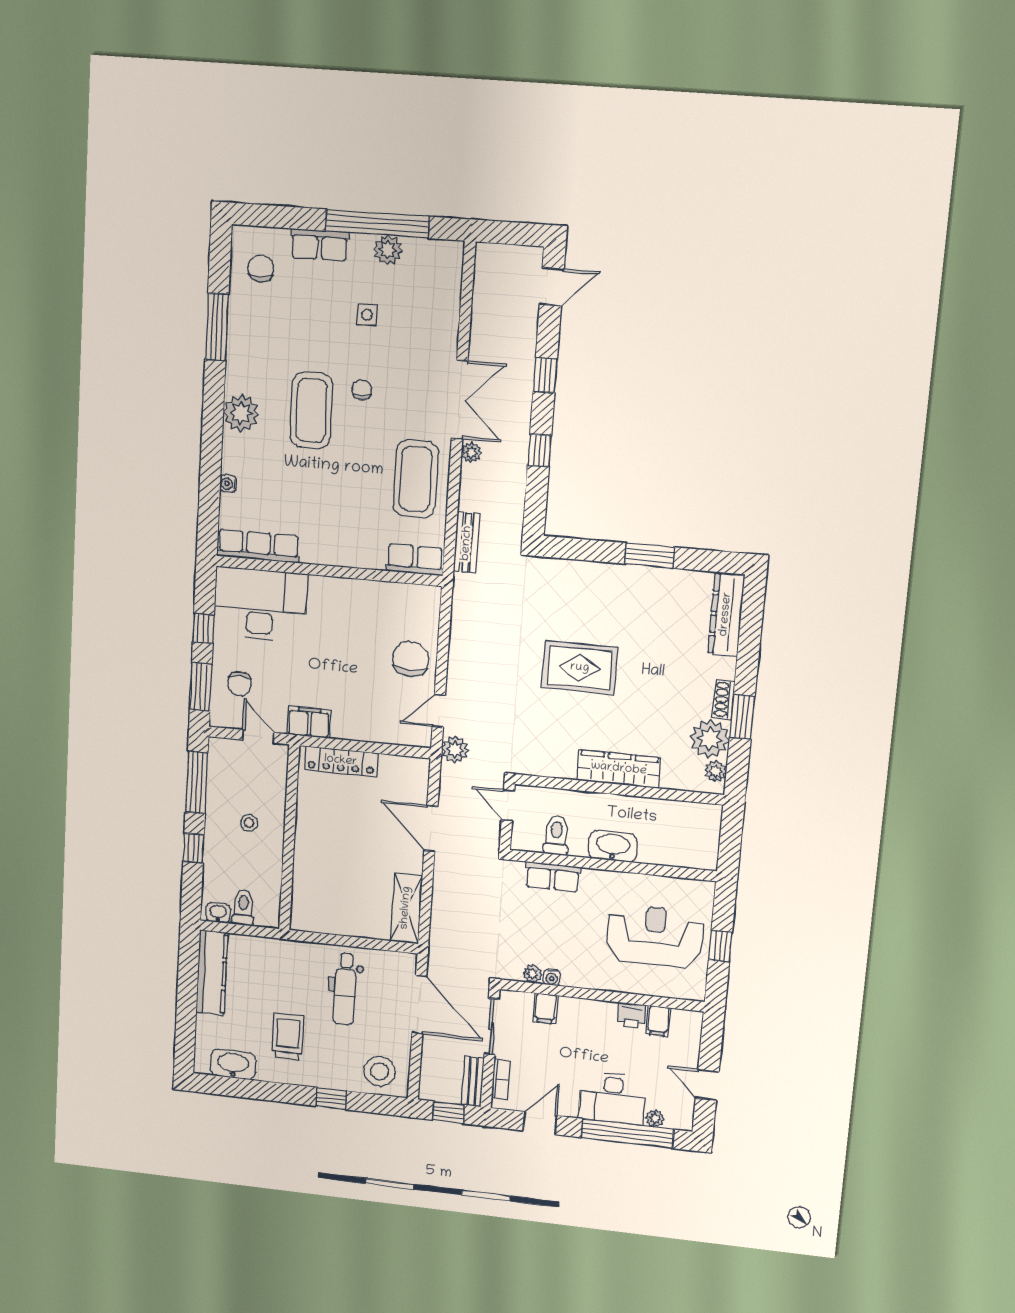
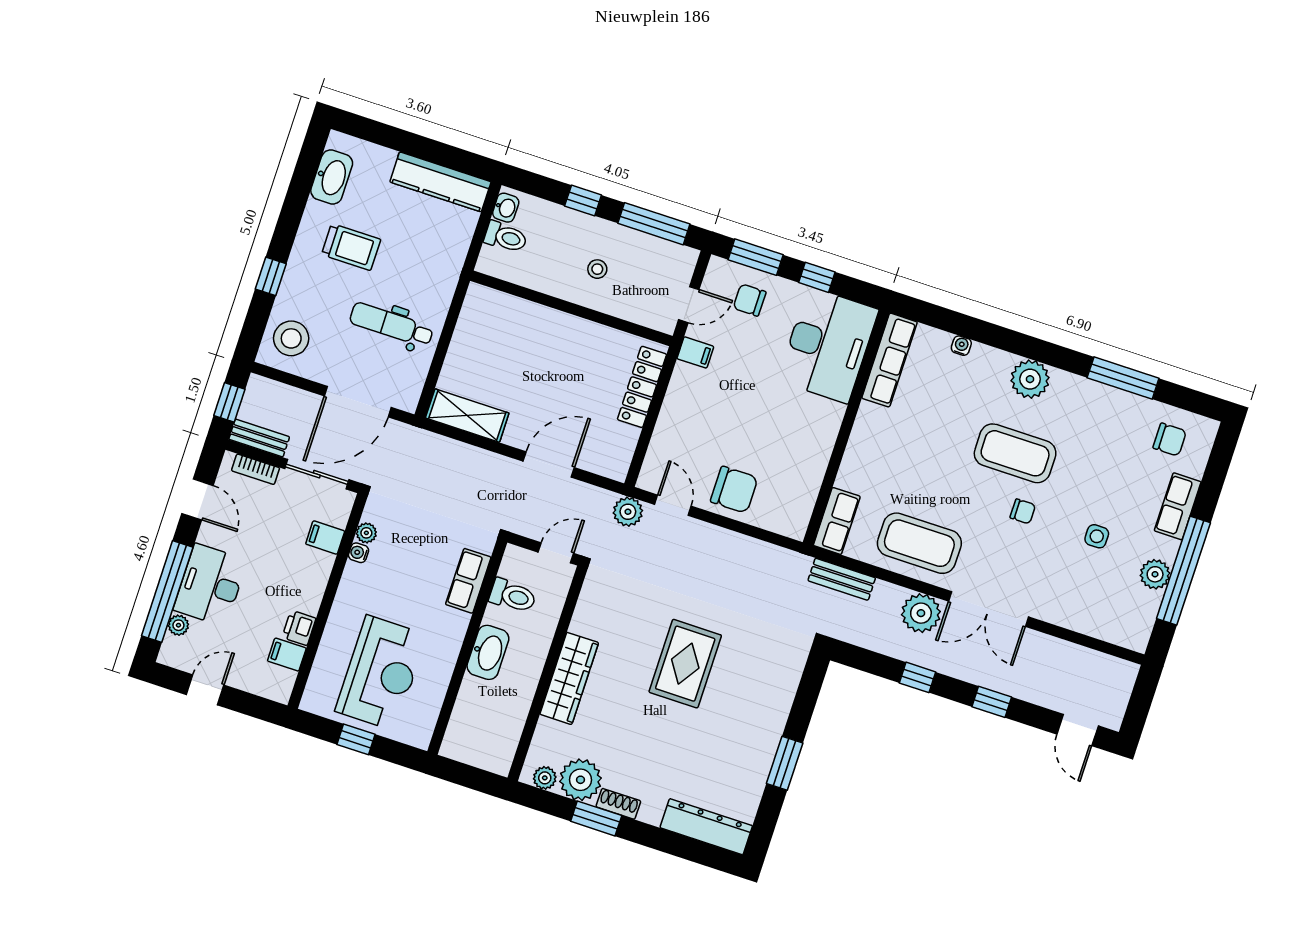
plant: (471, 453) -> (921, 613), width x1.88, depth x1.88
filing cabinet: (309, 722) -> (695, 352), width x0.50

